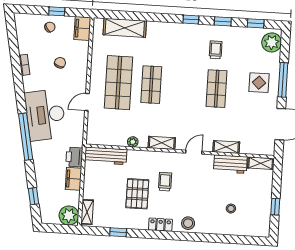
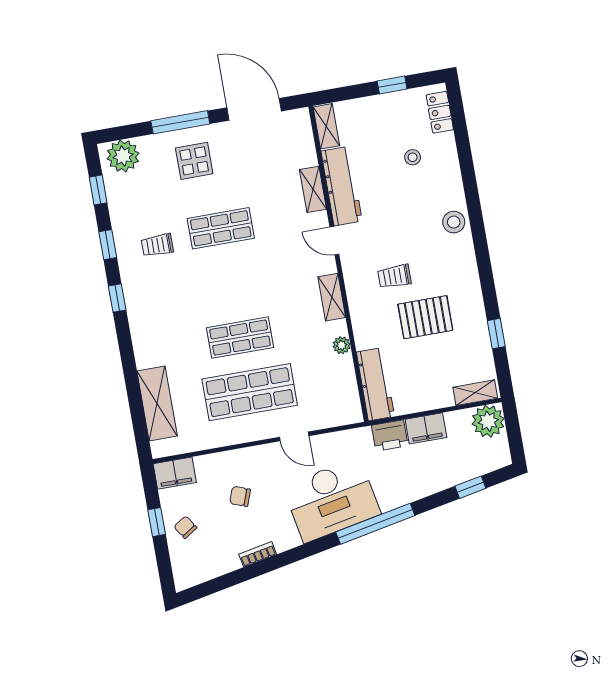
workbench: (230, 164) -> (342, 186), width x1.37
locker: (160, 225) -> (440, 112), moved

